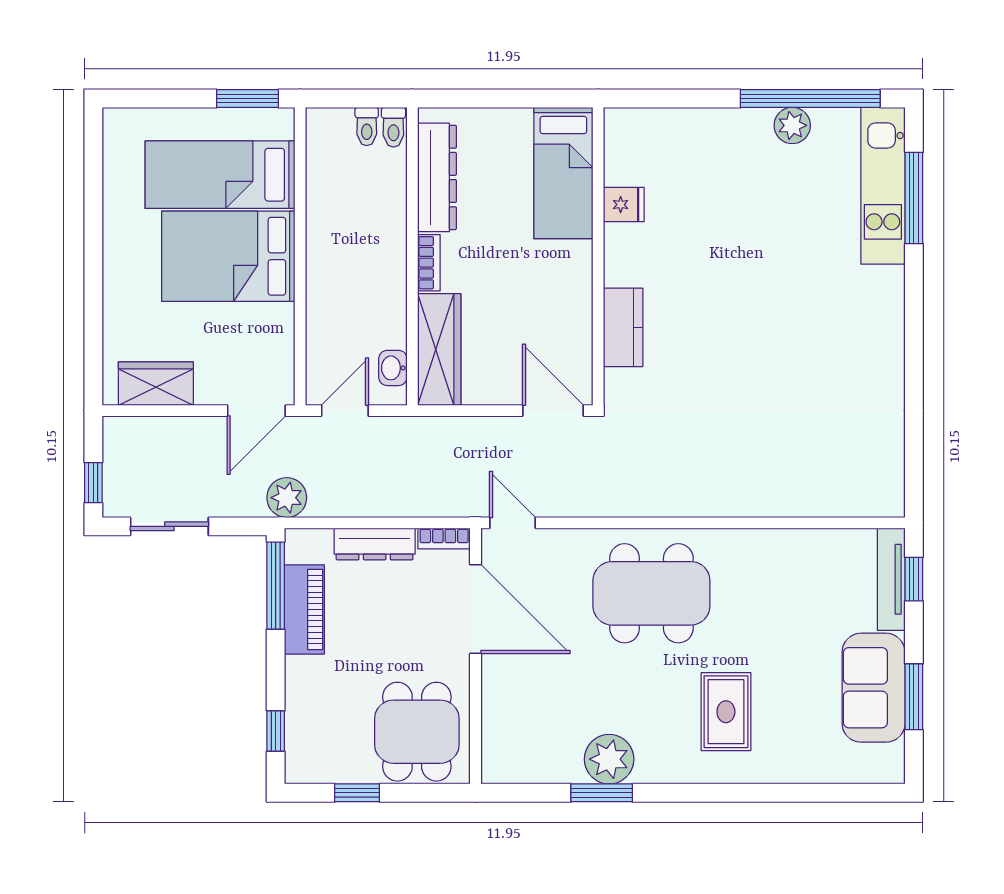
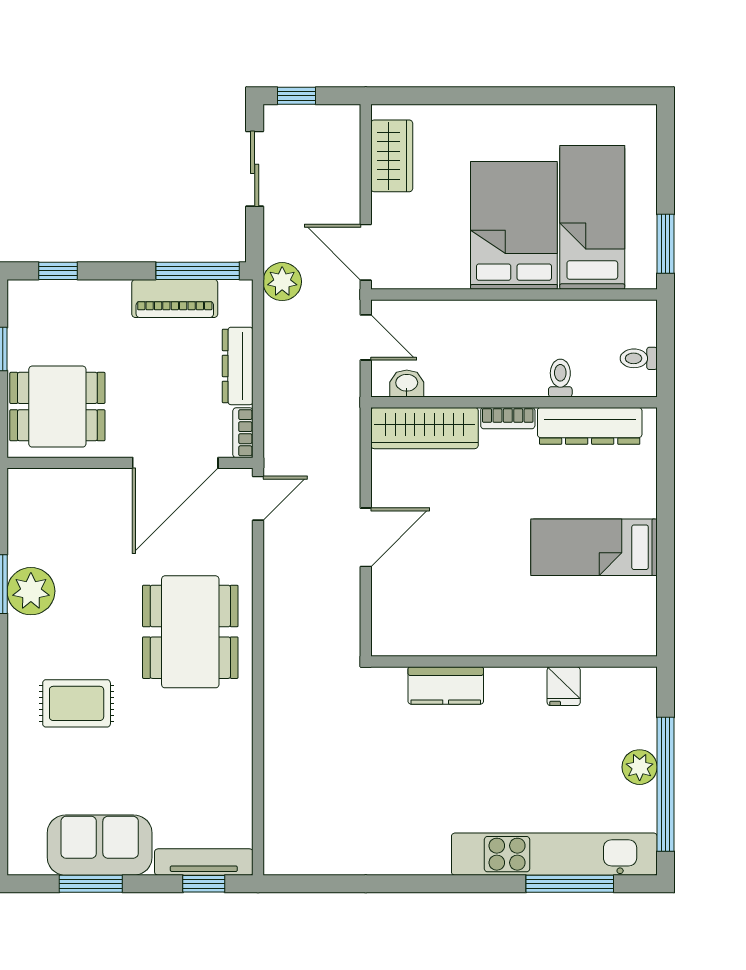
toilet: (393, 127) -> (560, 378), moved, turned 90
kitchen unit: (883, 186) -> (554, 854), width x1.36
fridge: (624, 205) -> (564, 686), moved
wall: (598, 256) -> (514, 662), moved
kitchen counter: (623, 327) -> (446, 685), moved

